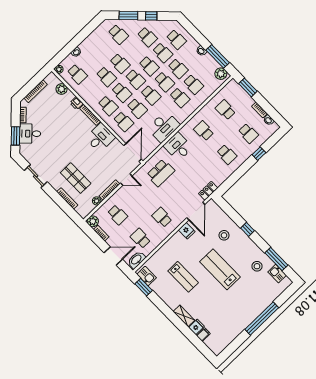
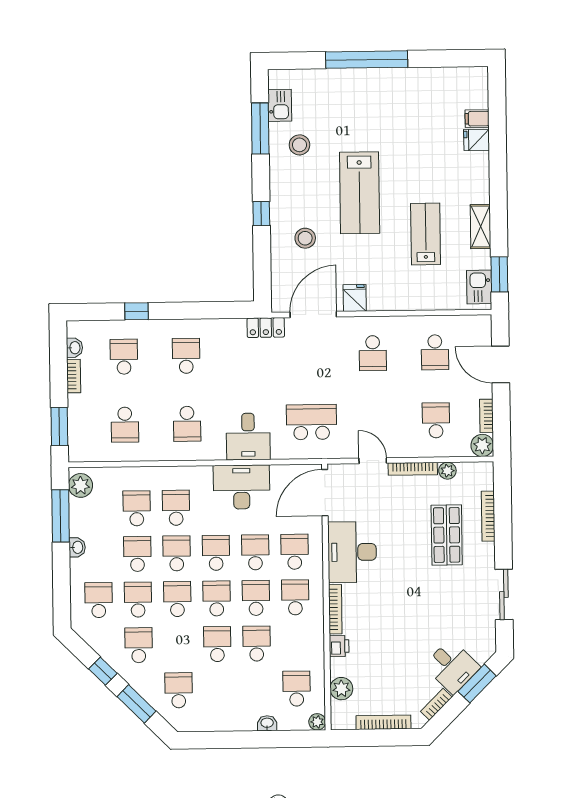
desk: (100, 138) -> (352, 552), width x1.37
washbasin: (136, 260) -> (471, 326), removed
shelving: (184, 316) -> (481, 227), moved

